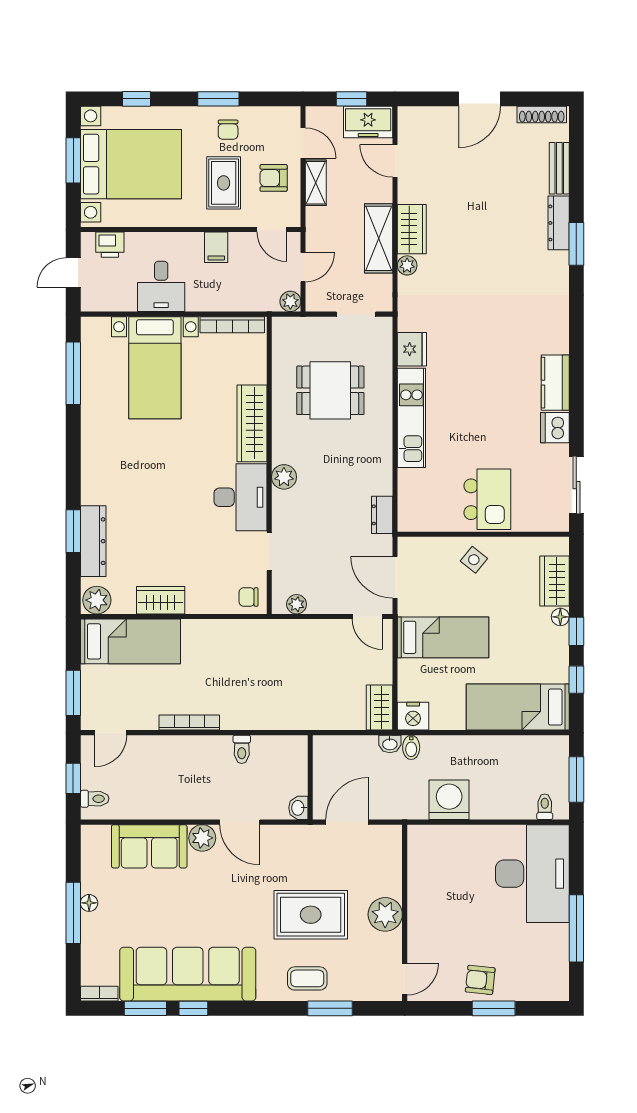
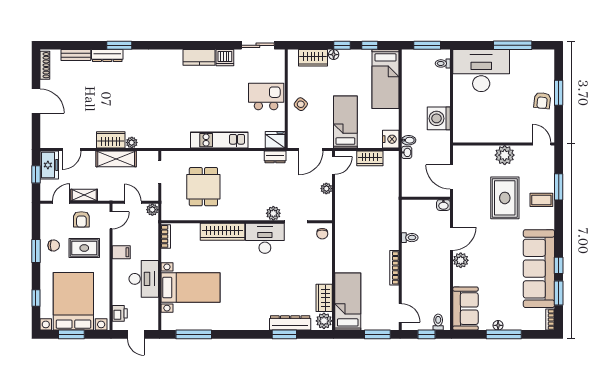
desk: (161, 286) -> (144, 279), width x1.37
bookcase: (232, 325) -> (166, 236), width x0.64
fridge: (412, 349) -> (275, 140), moved
plant: (284, 477) -> (273, 213), moved
wardrobe: (161, 600) -> (324, 298), moved
plant: (297, 604) -> (326, 189), moved
wardrobe: (379, 708) -> (370, 158), moved
sofa: (149, 846) -> (465, 309), moved
coffee table: (307, 978) -> (541, 200), turned 90

